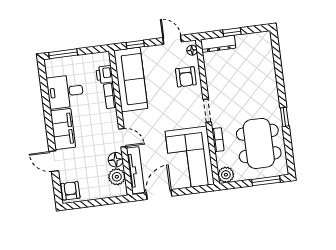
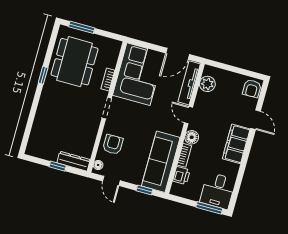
desk: (65, 92) -> (218, 191), moved, turned 90
floor lamp: (116, 160) -> (192, 137), moved
plant: (226, 175) -> (114, 47), removed

